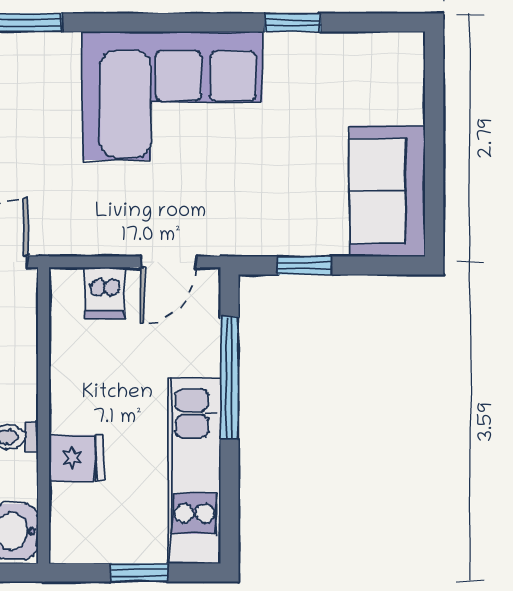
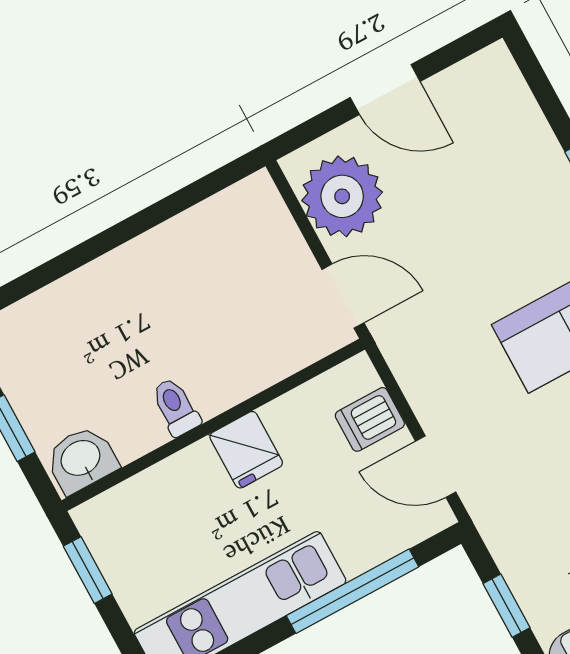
fridge: (76, 458) -> (246, 450), moved
window: (139, 572) -> (88, 570), moved

